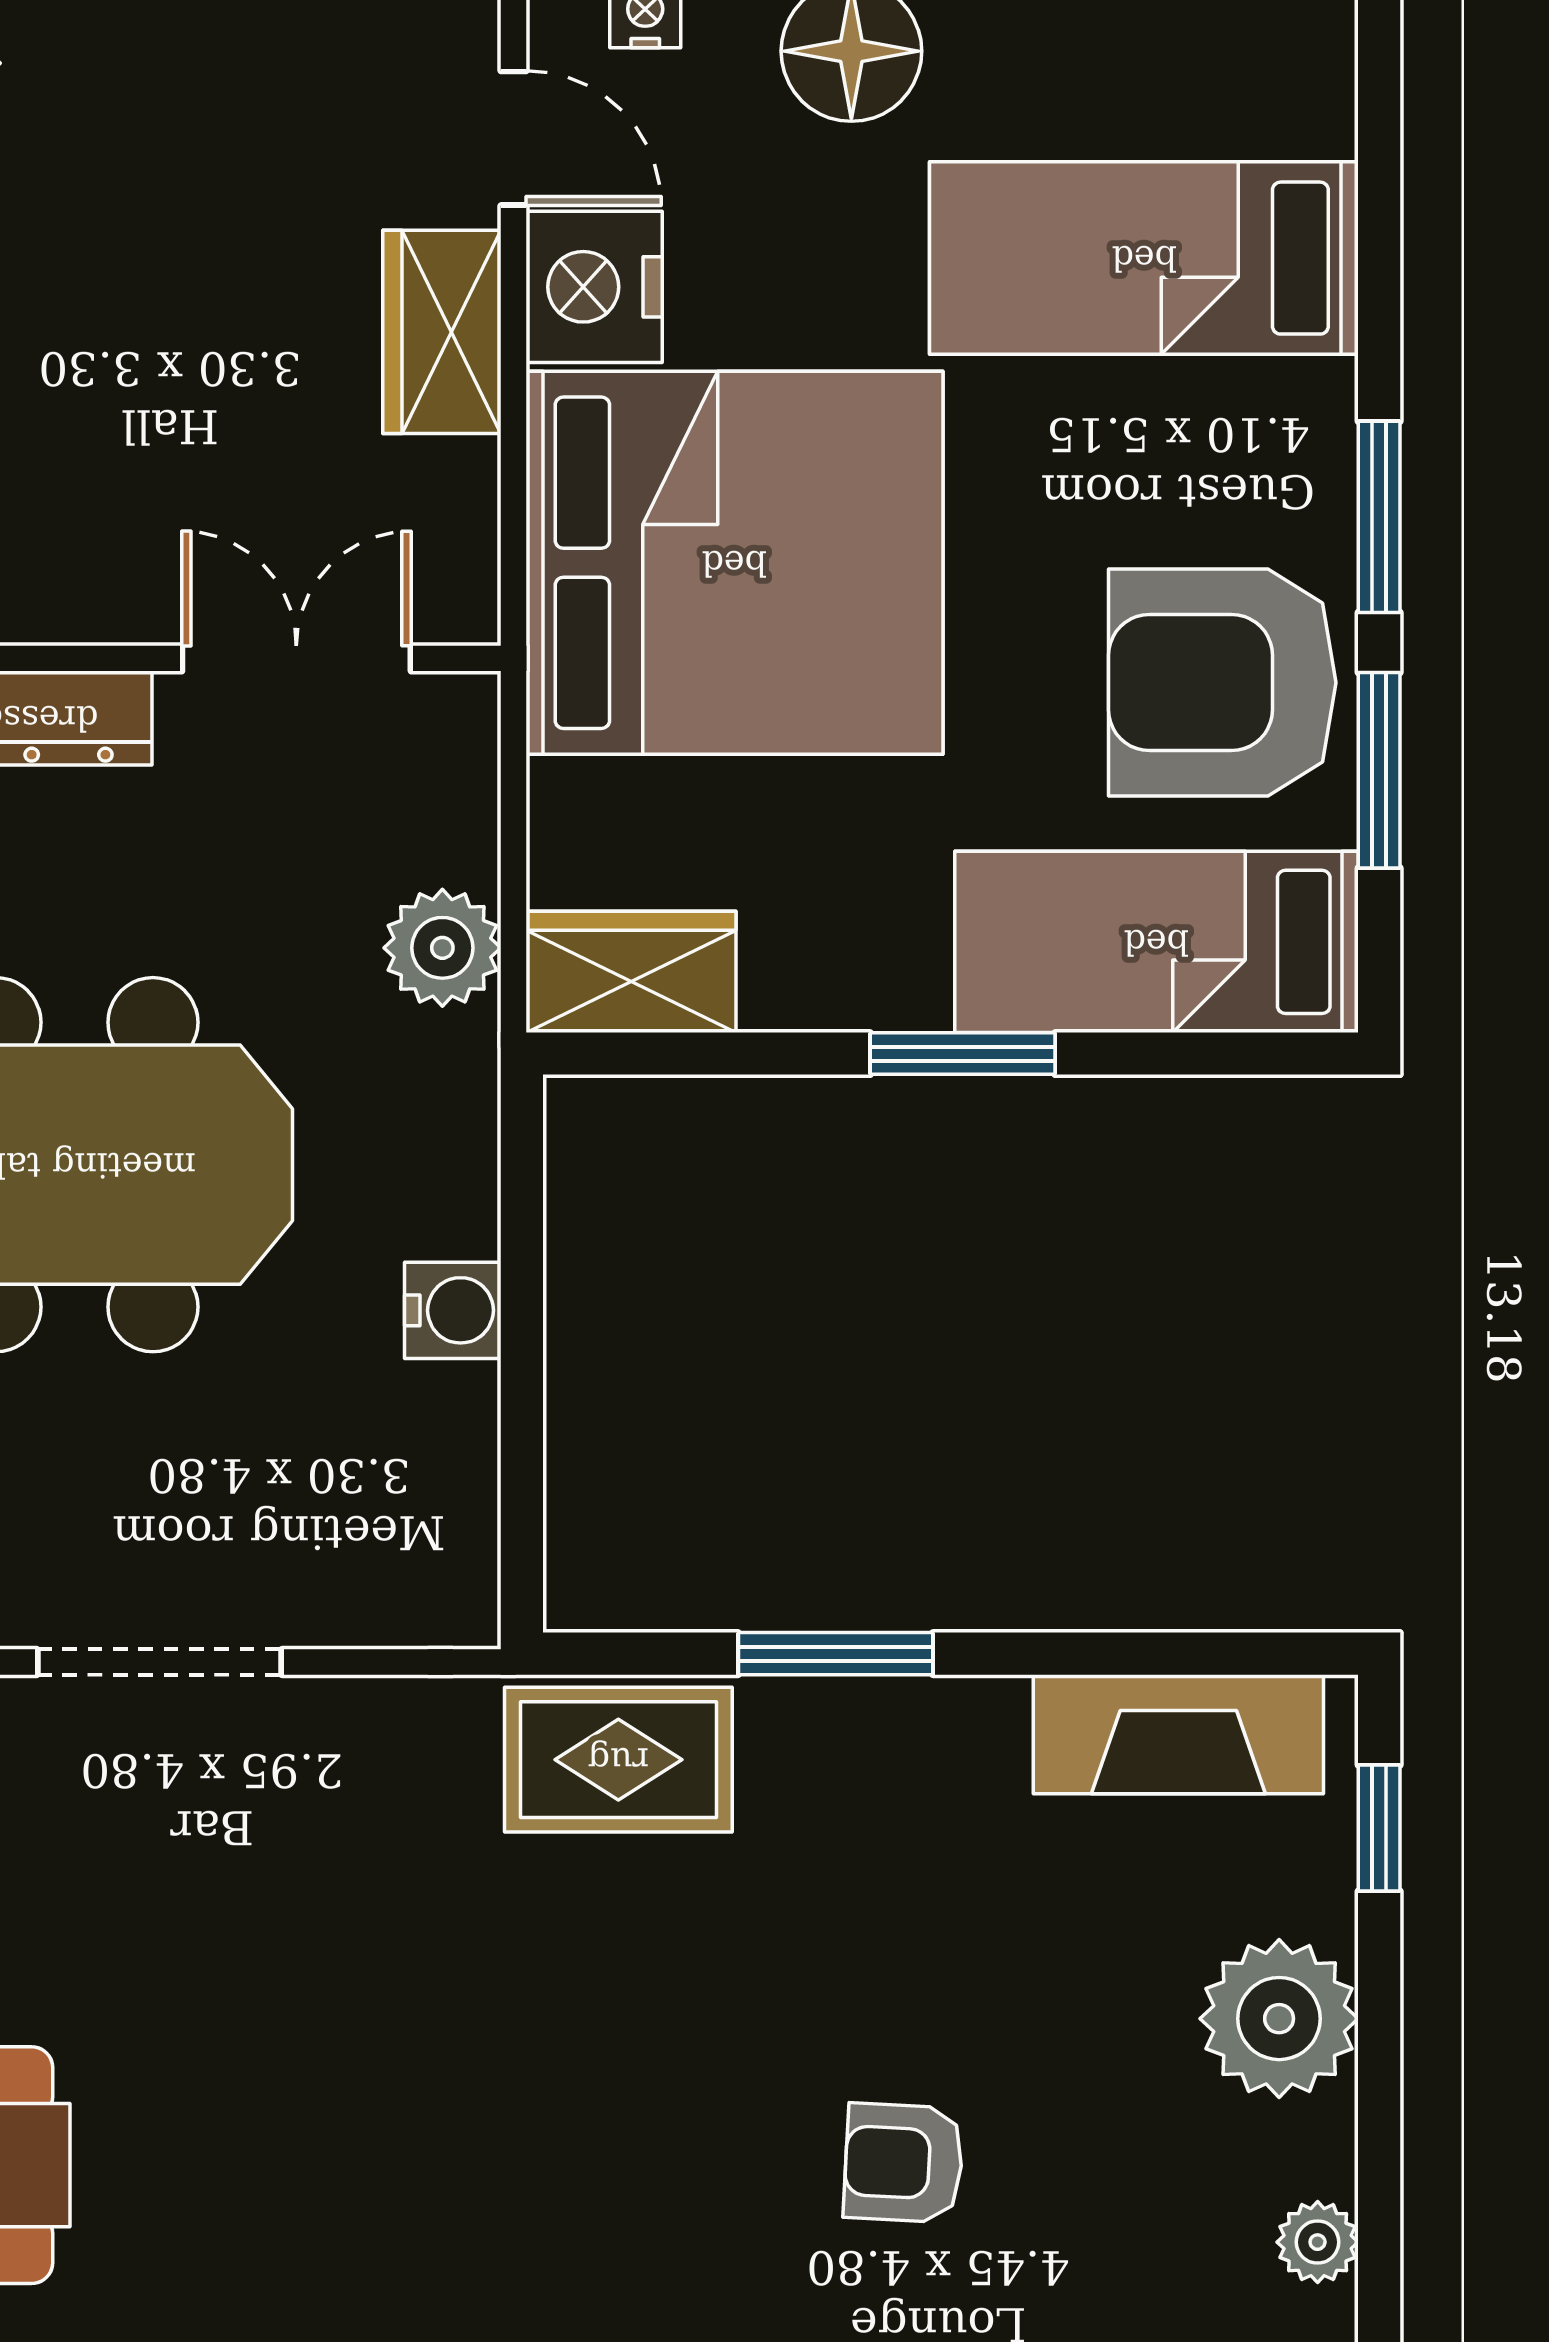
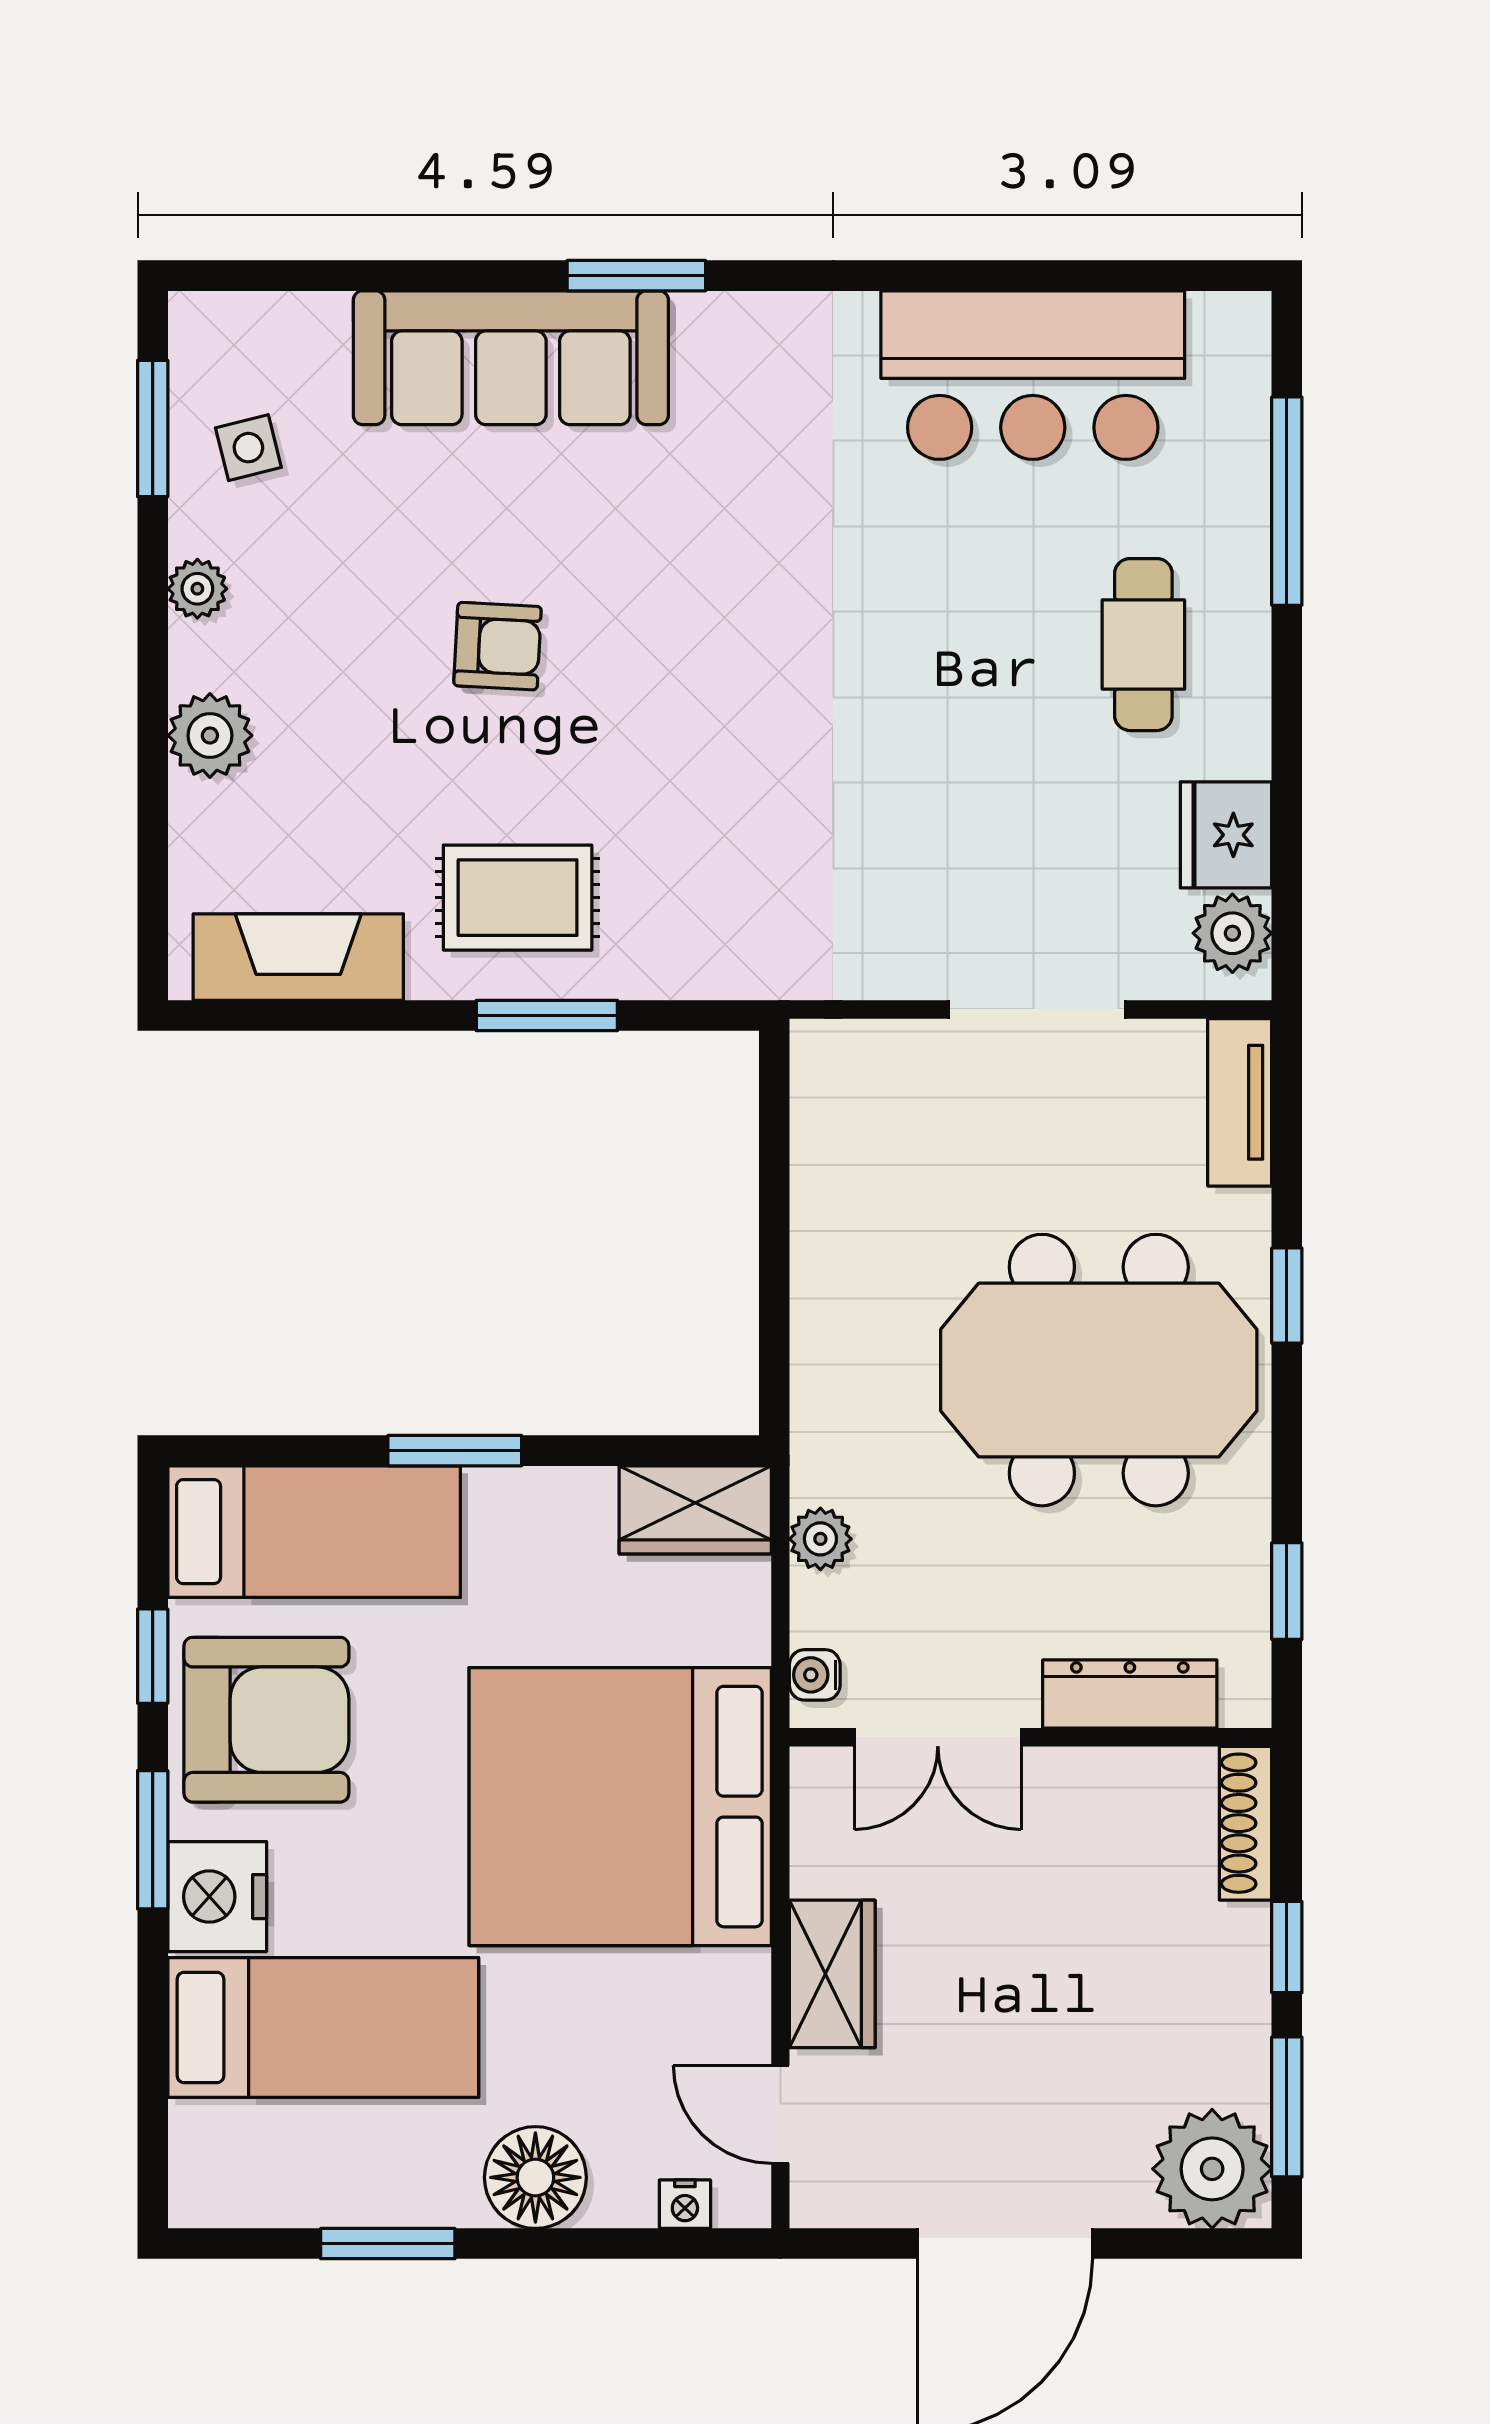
nightstand: (594, 287) -> (217, 1897), moved, turned 180
window: (1379, 770) -> (153, 1656), width x0.67
plant: (442, 948) -> (820, 1539), width x0.73, depth x0.73
water cooler: (453, 1310) -> (815, 1675), moved, width x0.72, depth x0.72
rug: (618, 1760) -> (518, 898), moved
window: (1379, 1828) -> (153, 889), removed
plant: (1279, 2019) -> (210, 735), width x0.73, depth x0.73

